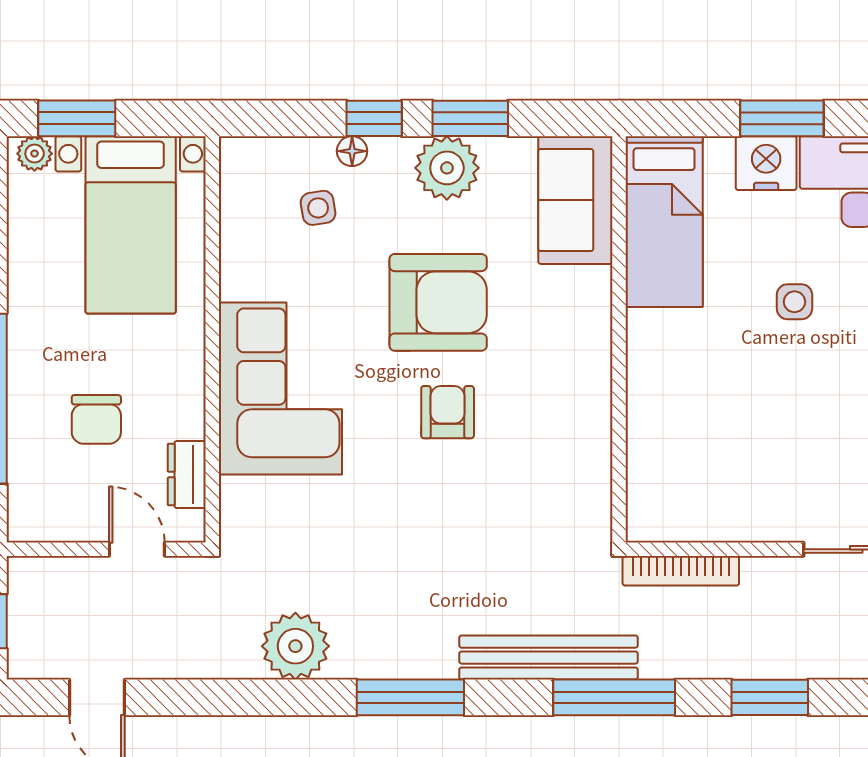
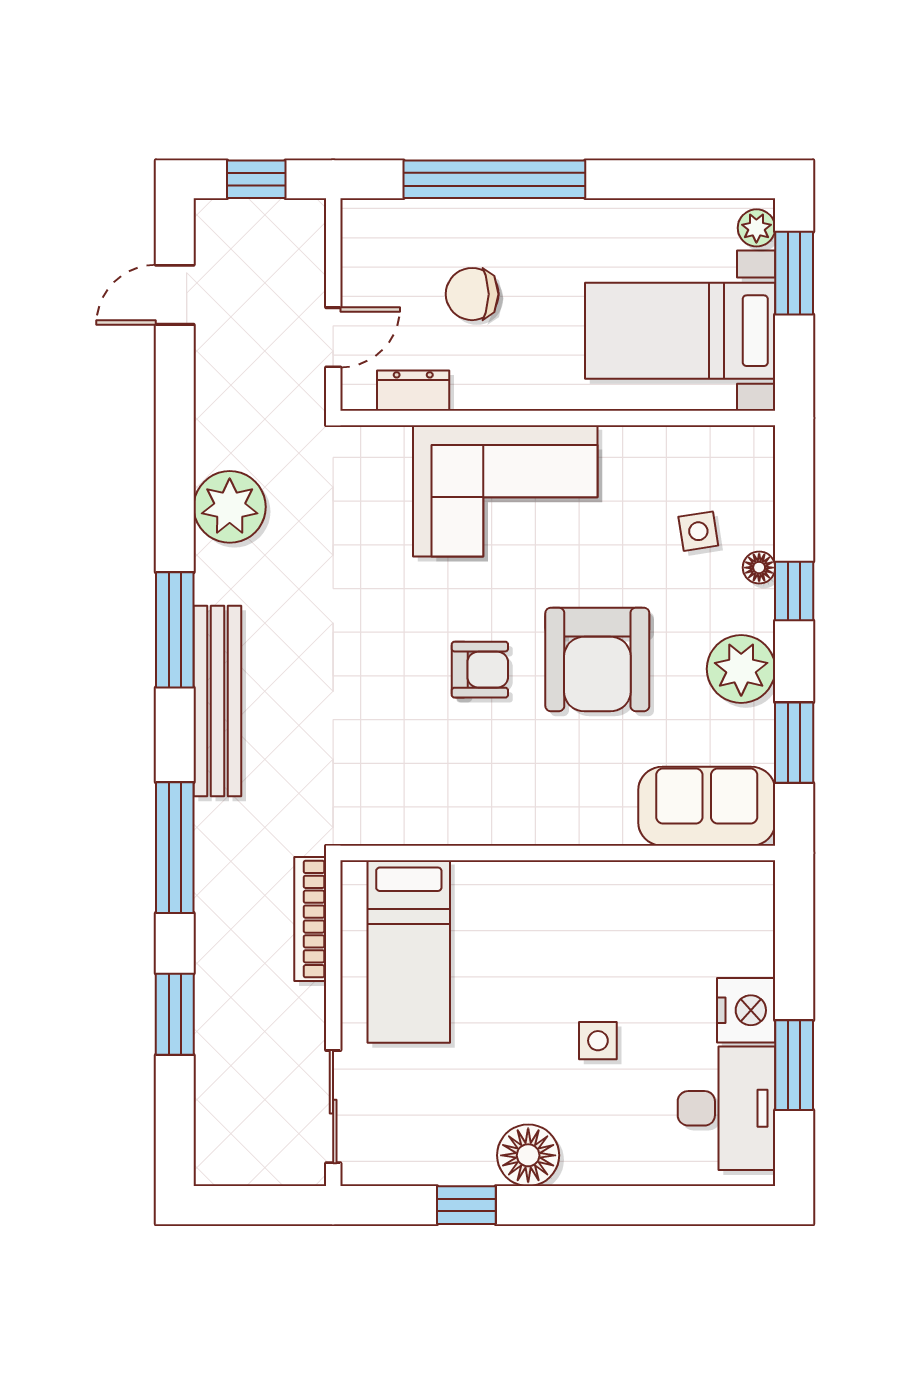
window: (470, 118) -> (794, 743), moved
window: (782, 118) -> (794, 1065), moved
bed: (664, 222) -> (409, 951), moved, turned -90
bench: (548, 658) -> (217, 701), moved

